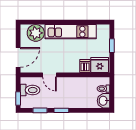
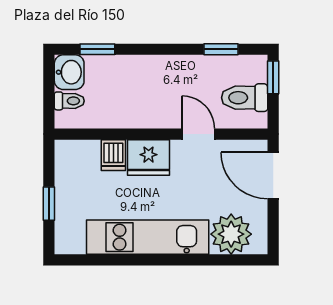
door: (18, 57) -> (273, 176), hinge flipped
fridge: (100, 65) -> (149, 157), moved
window: (61, 110) -> (97, 49), moved

